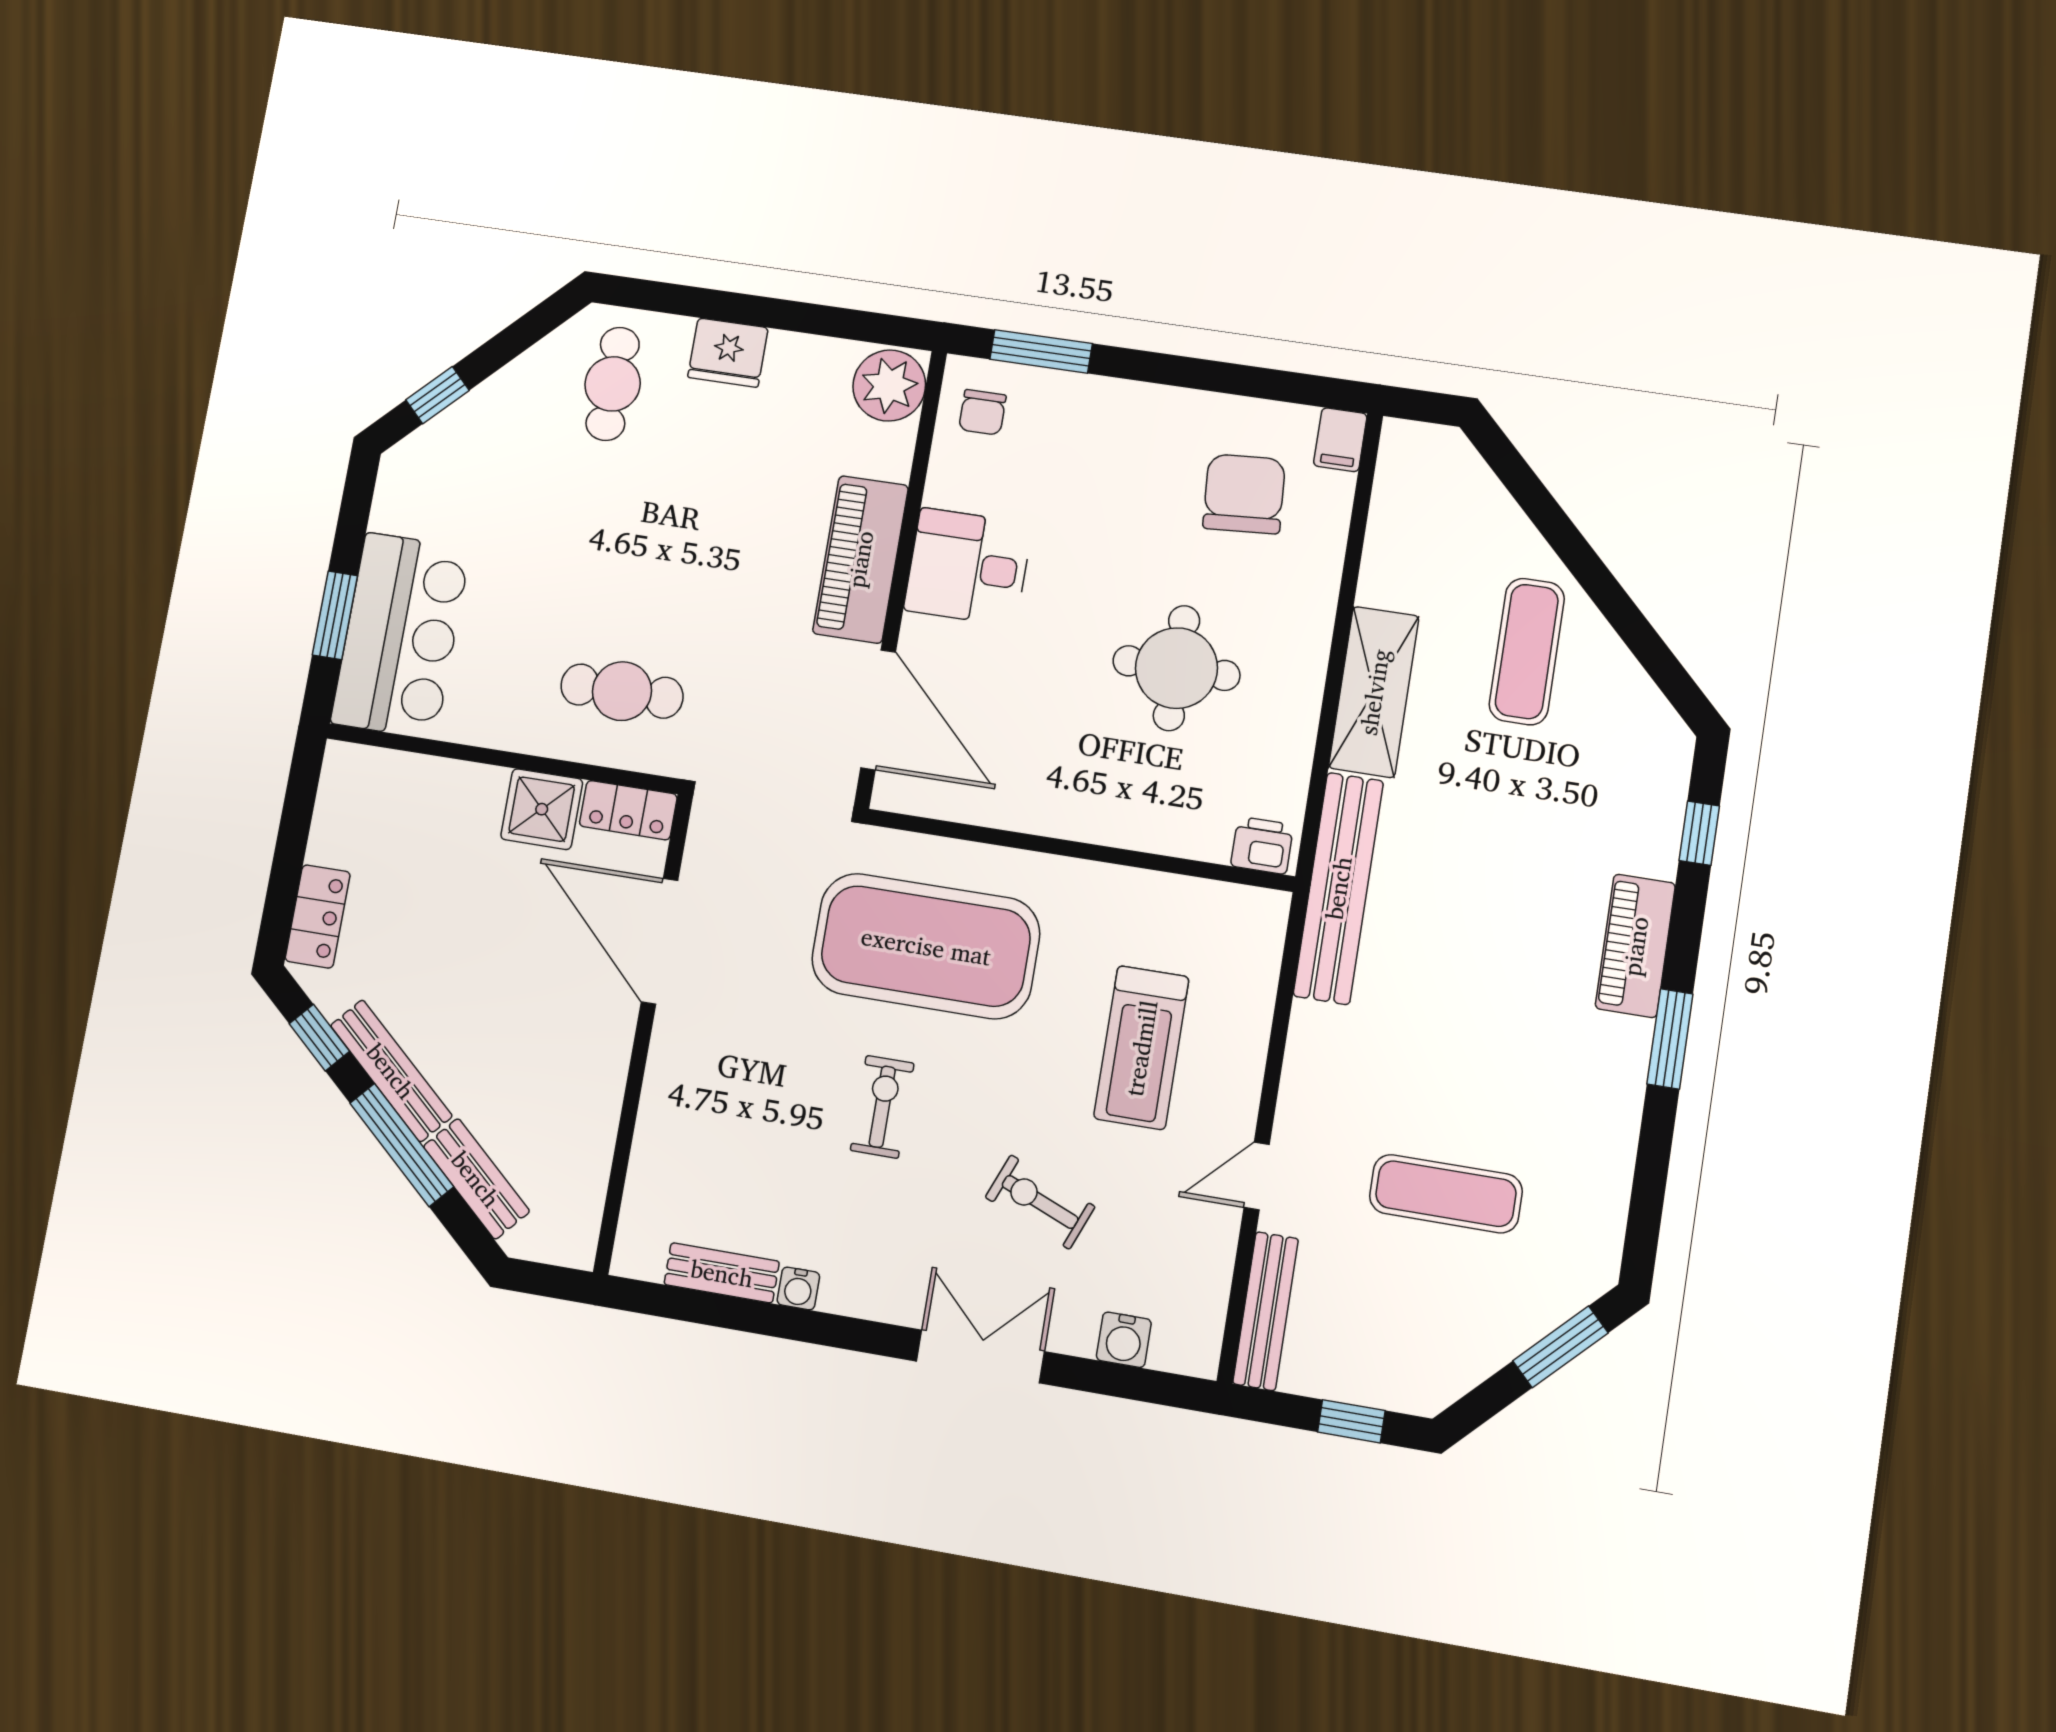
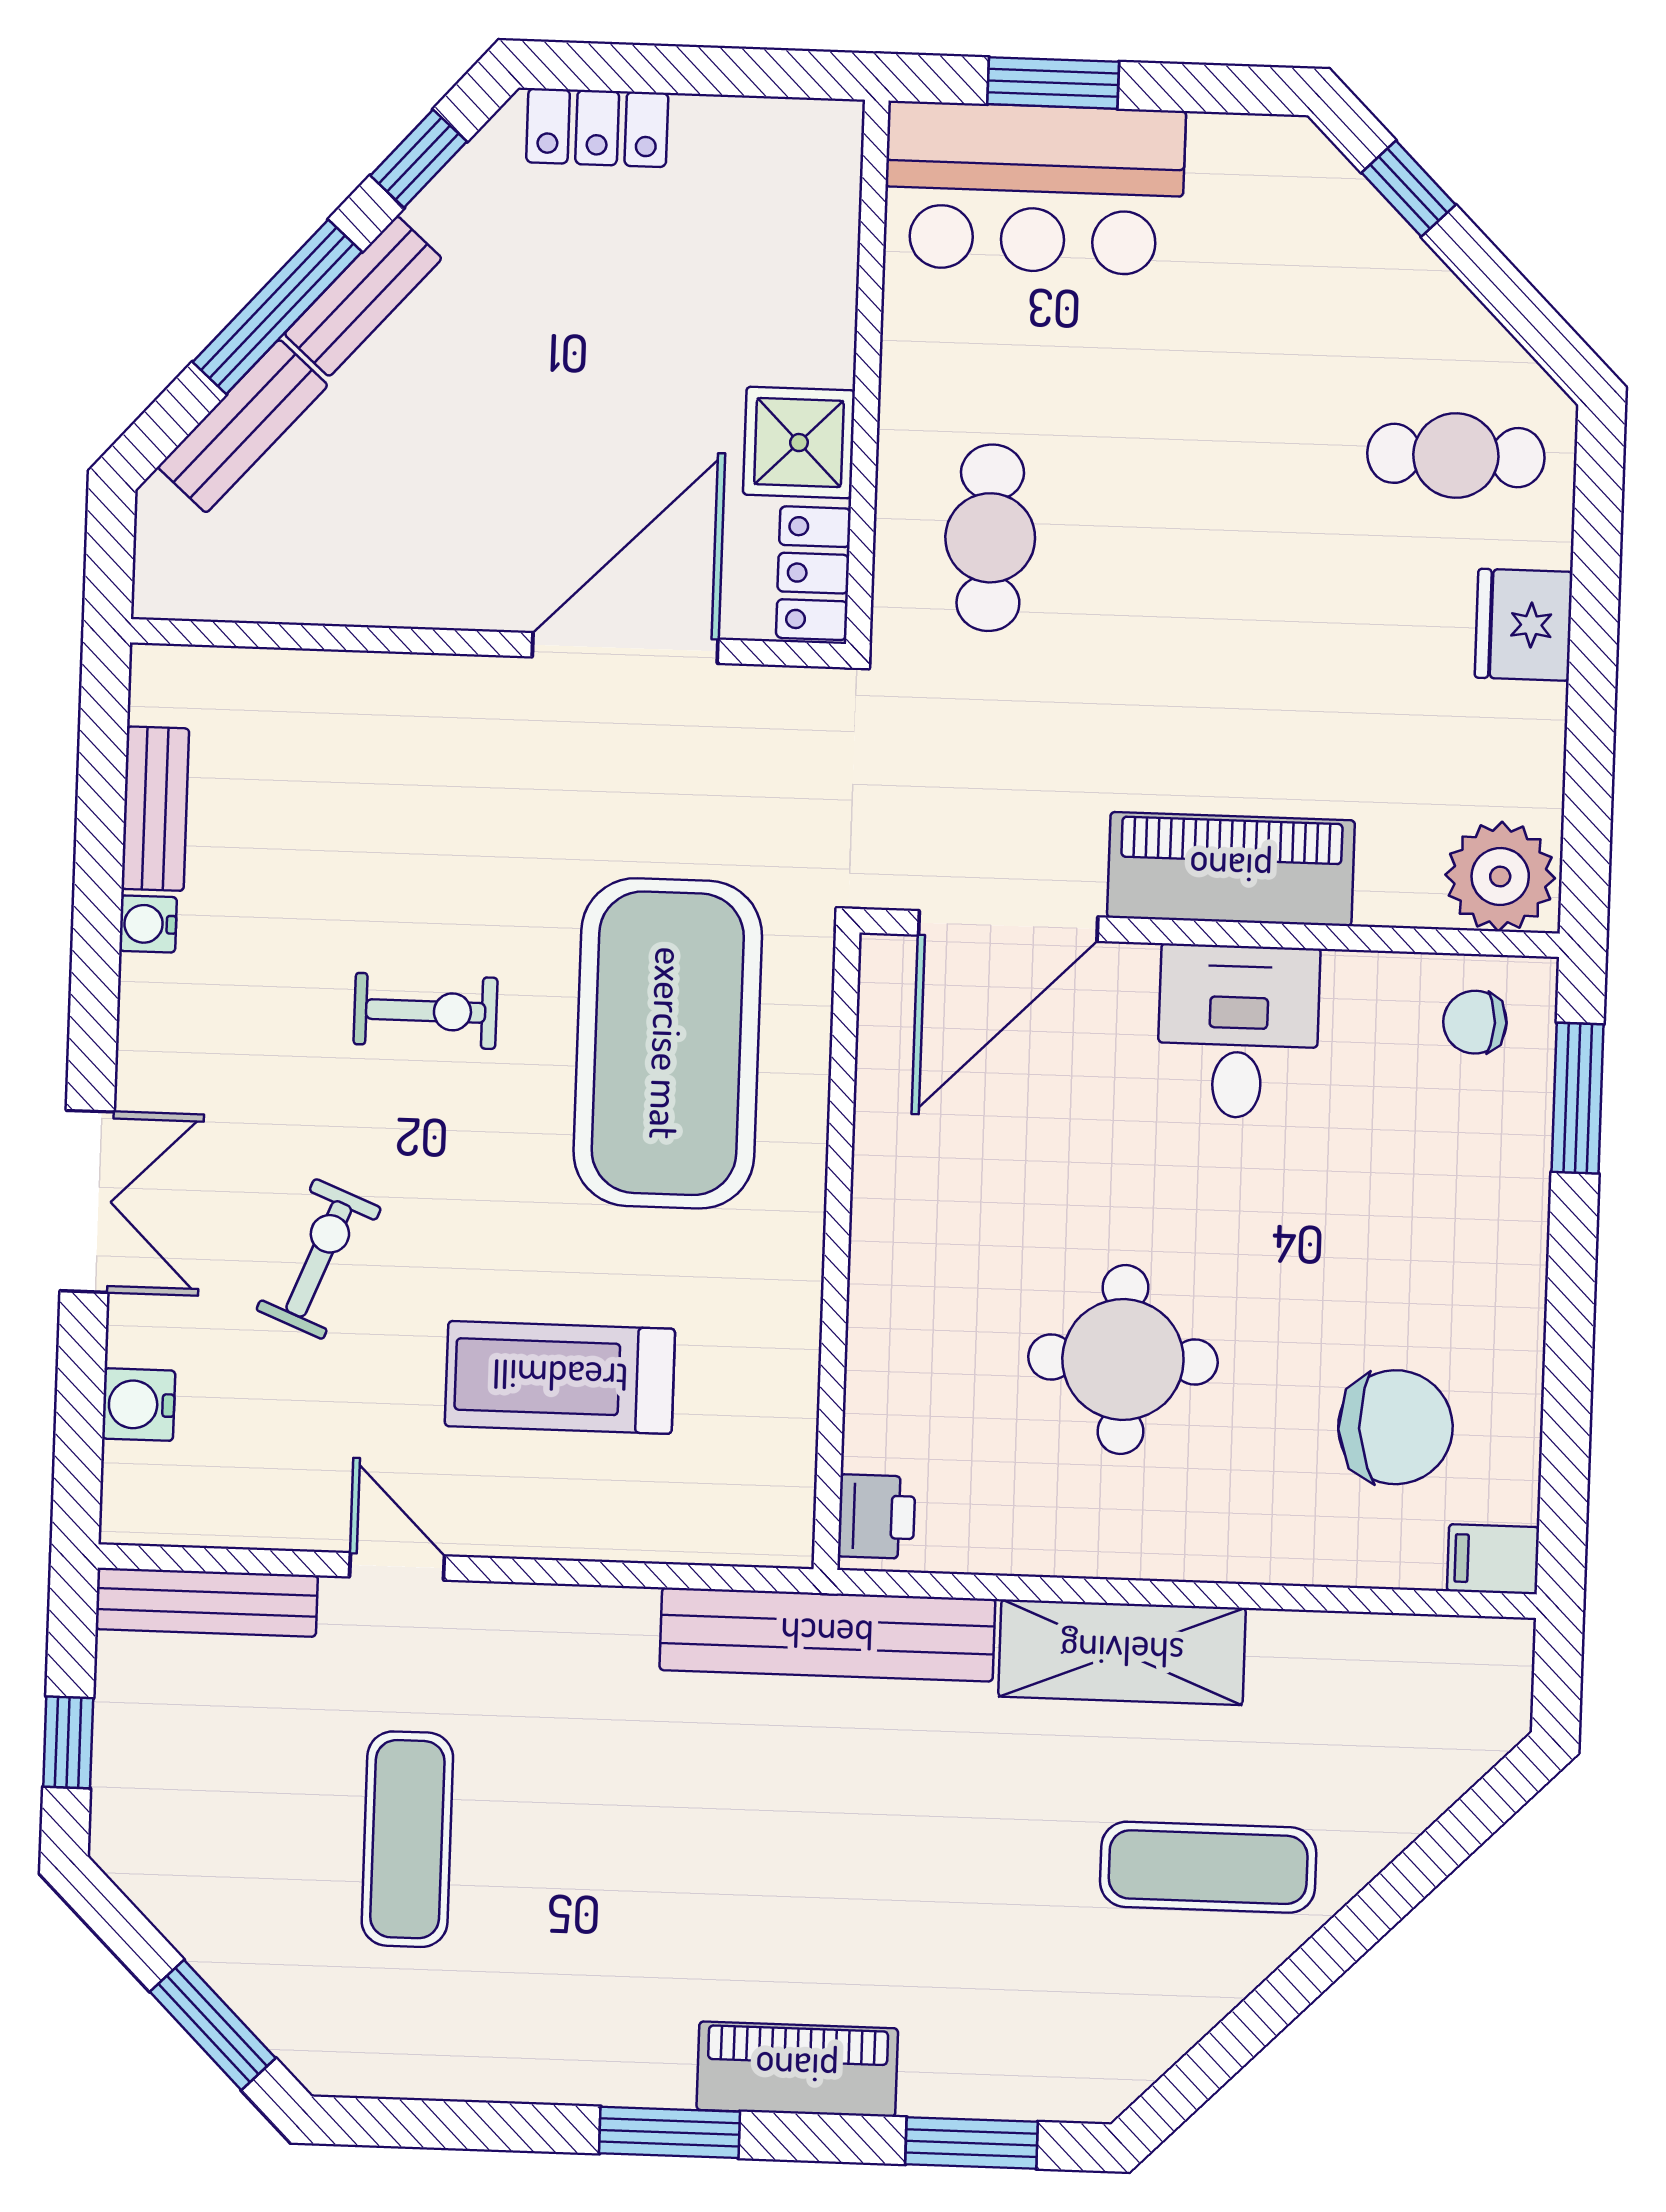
window: (1699, 833) -> (972, 2143), width x1.50
bench: (391, 1071) -> (363, 296), width x0.73

